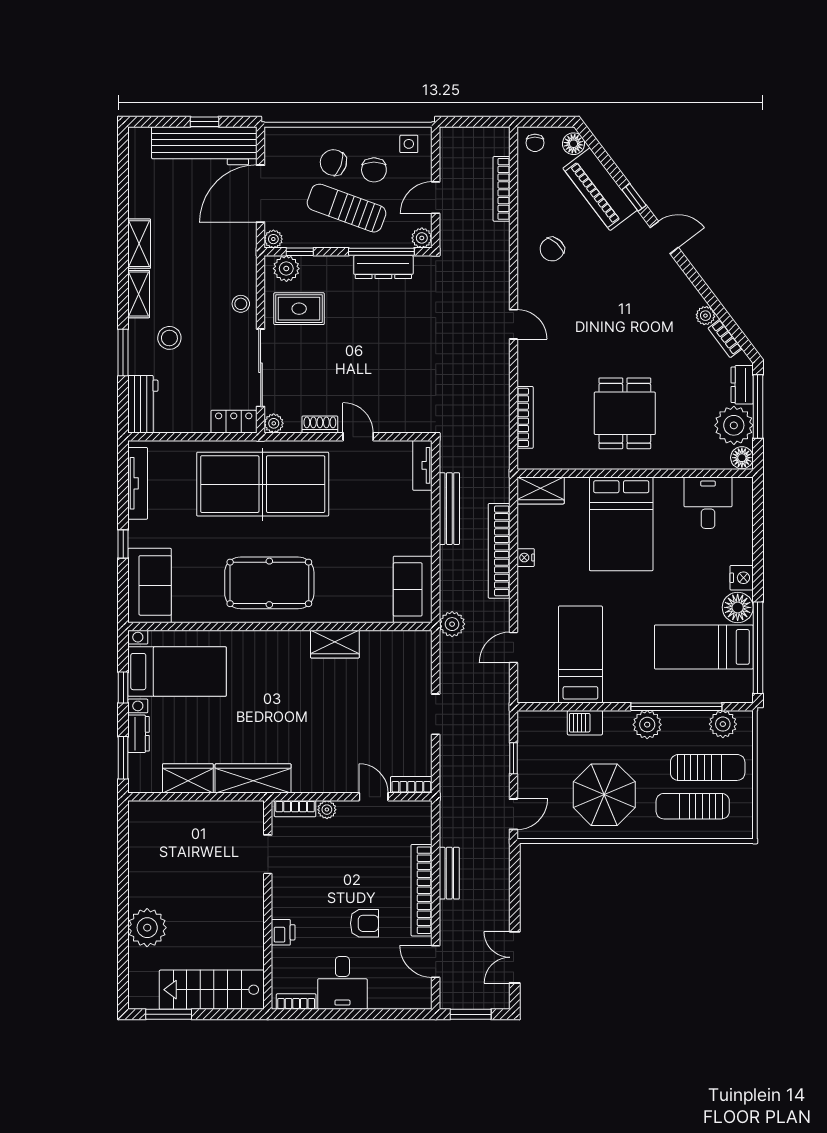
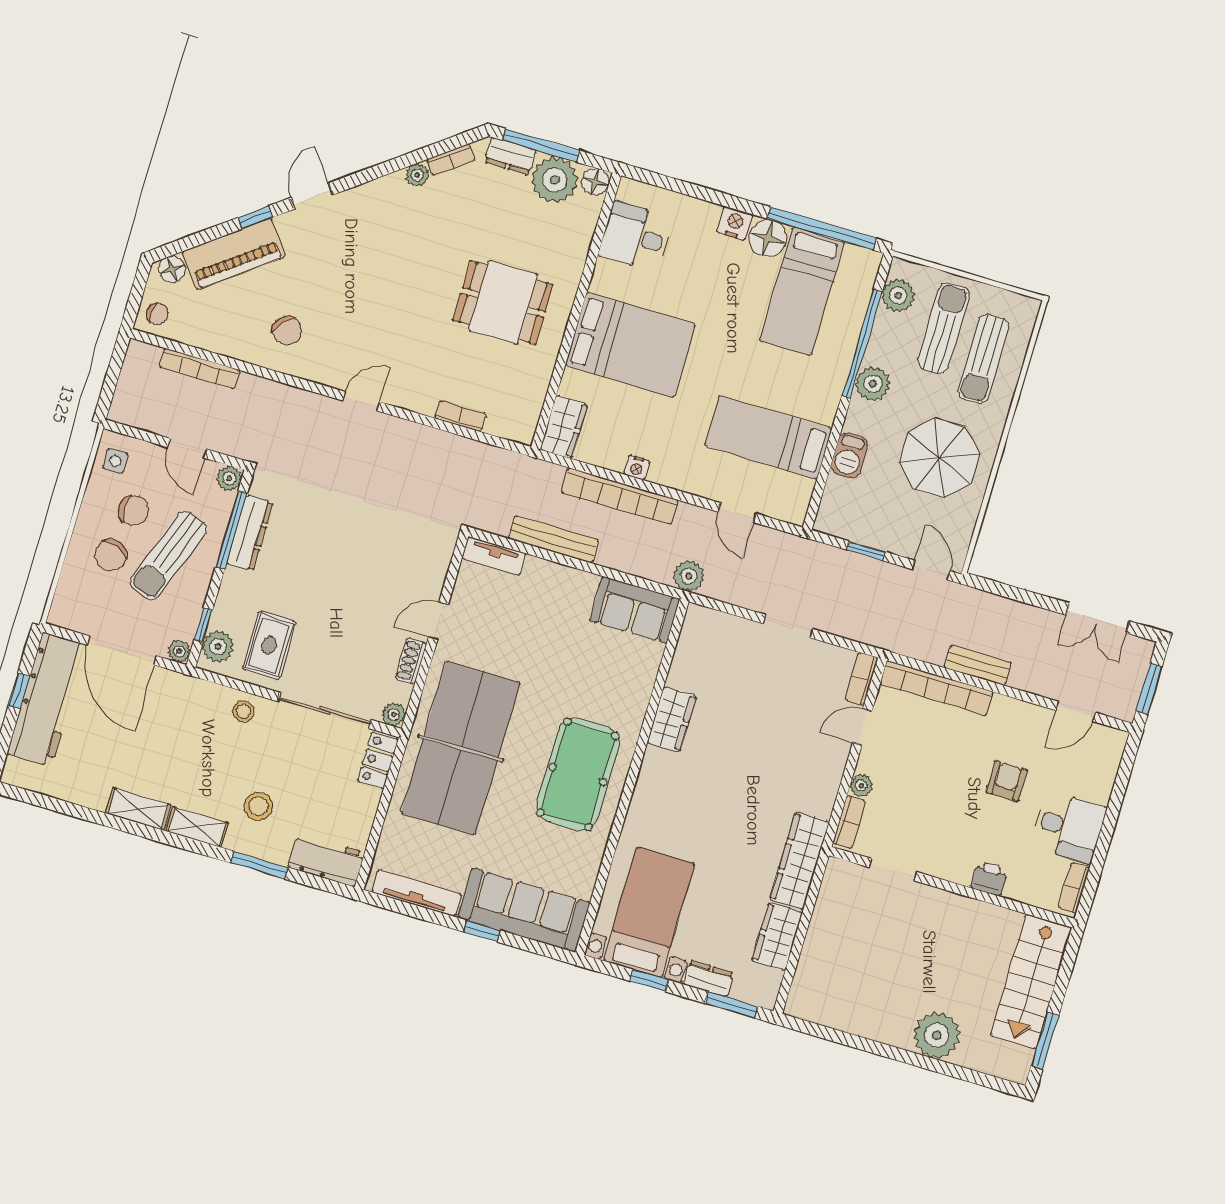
bookcase: (525, 417) -> (460, 416), width x0.64
sofa: (150, 585) -> (524, 910), width x1.36
bookcase: (422, 890) -> (937, 688), moved

